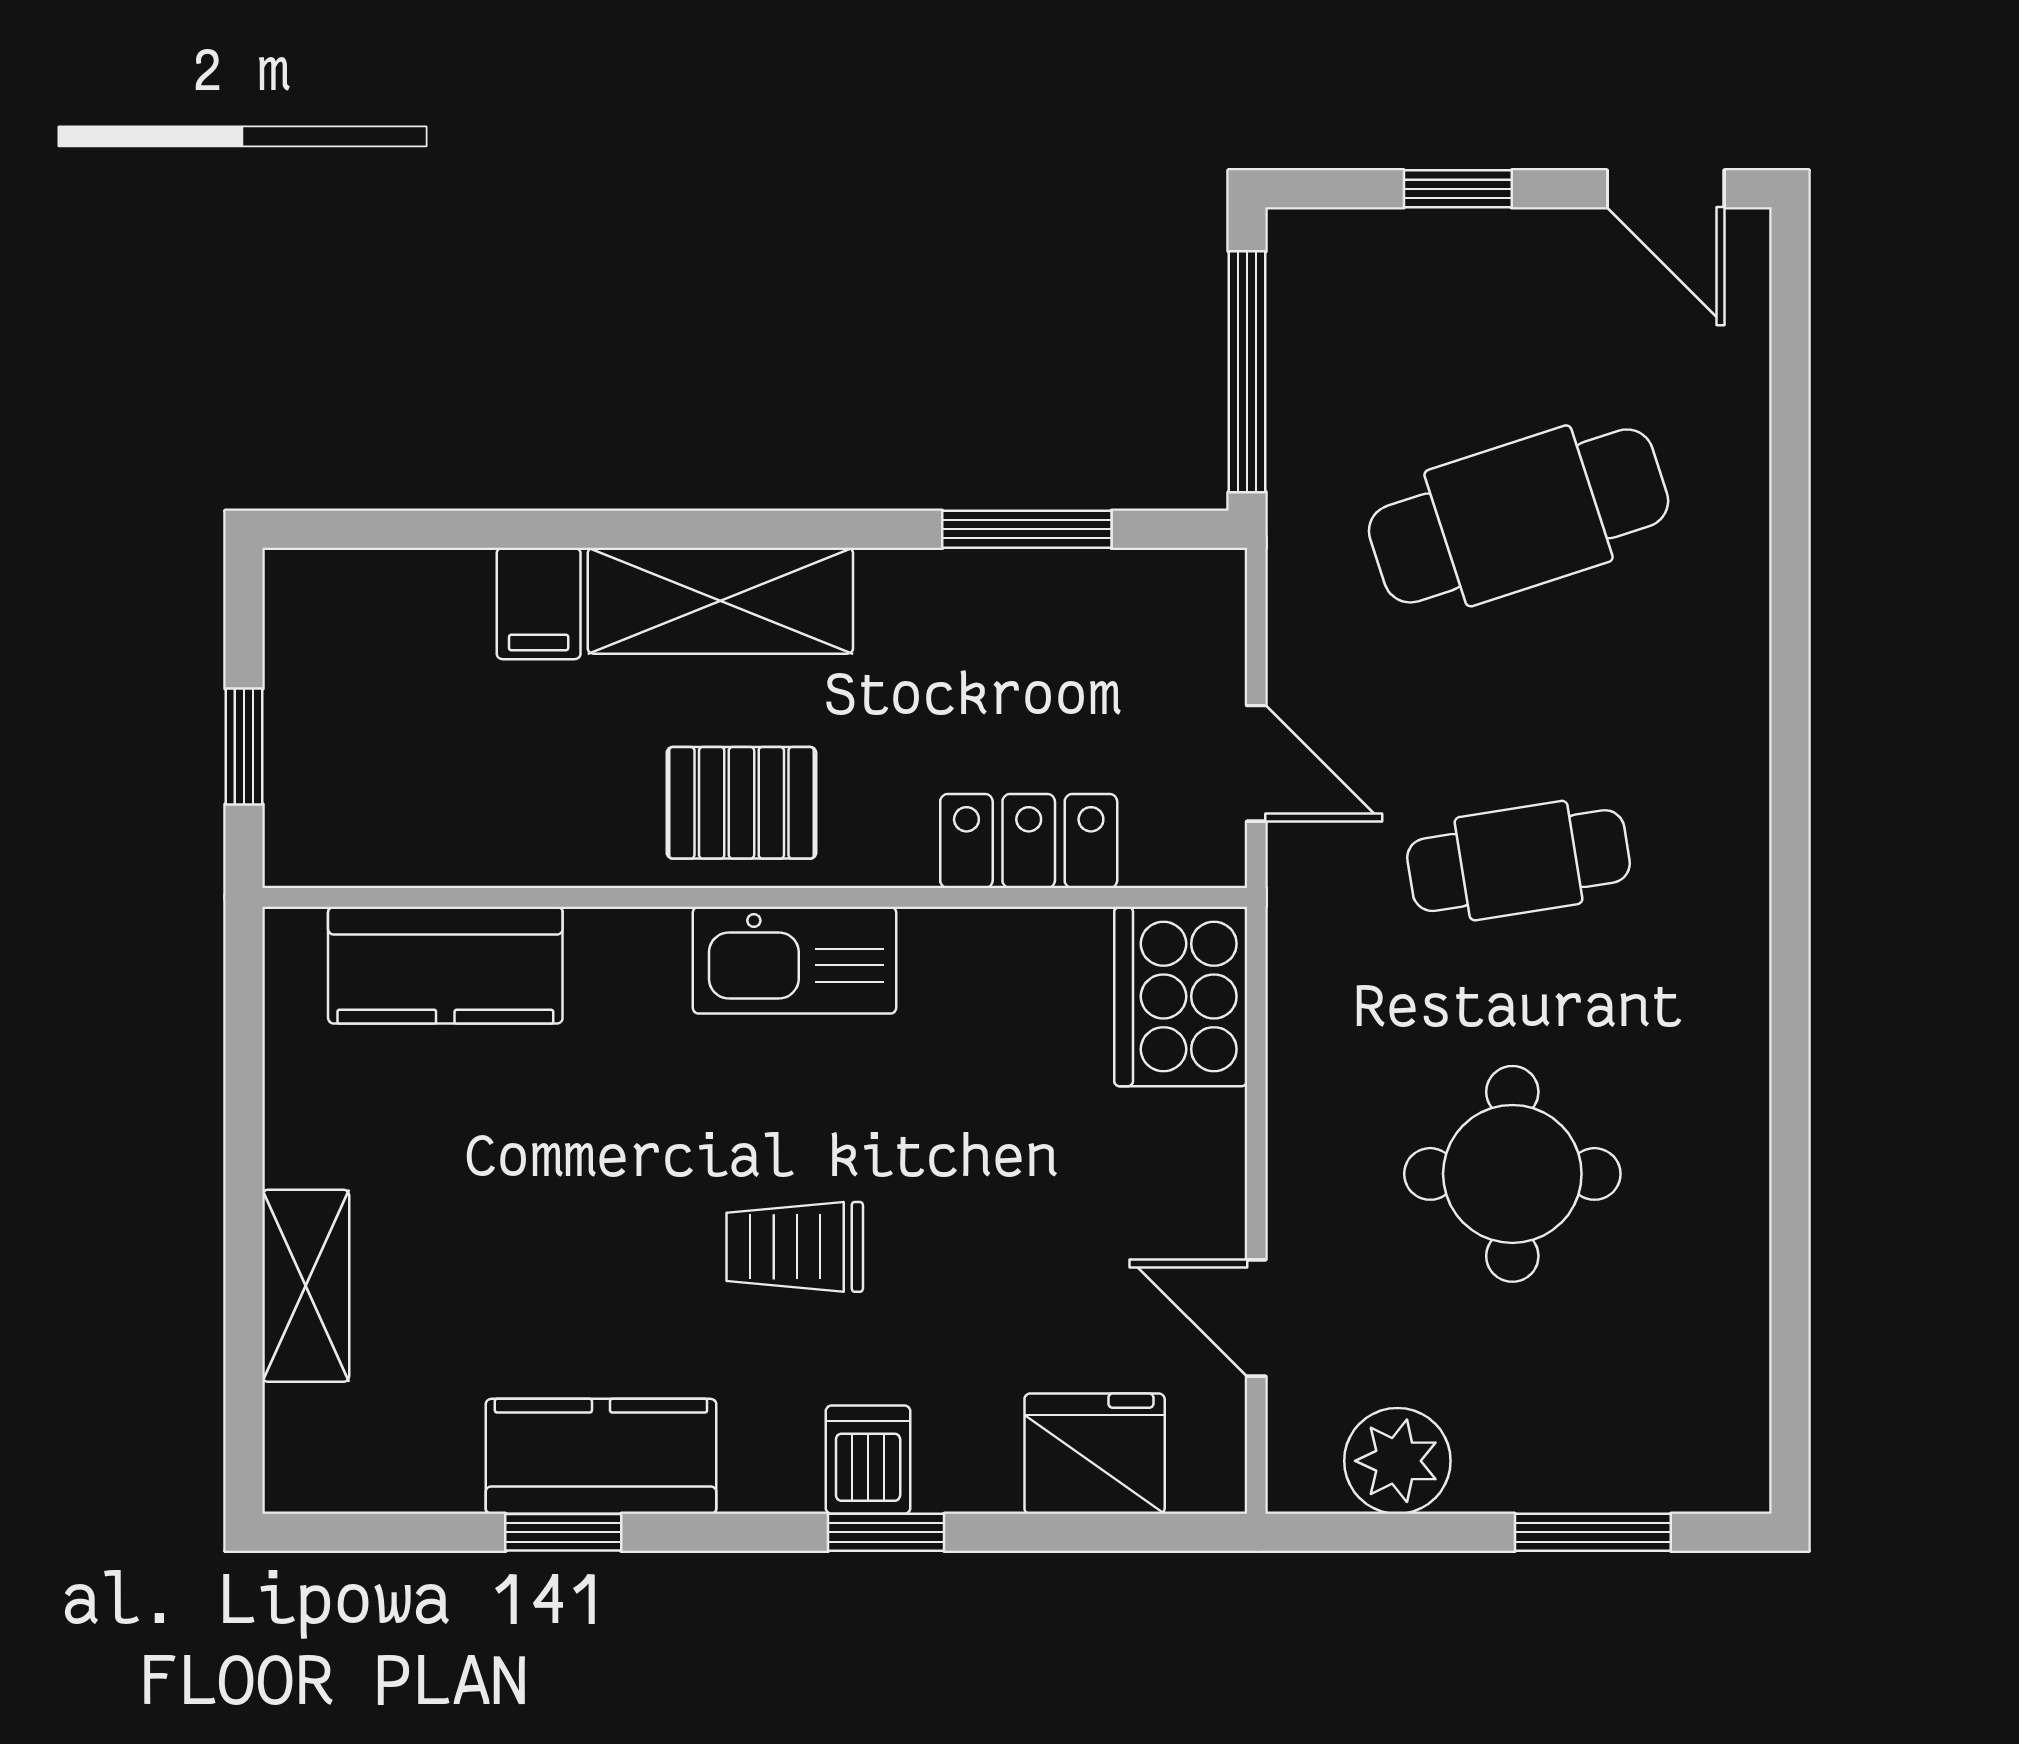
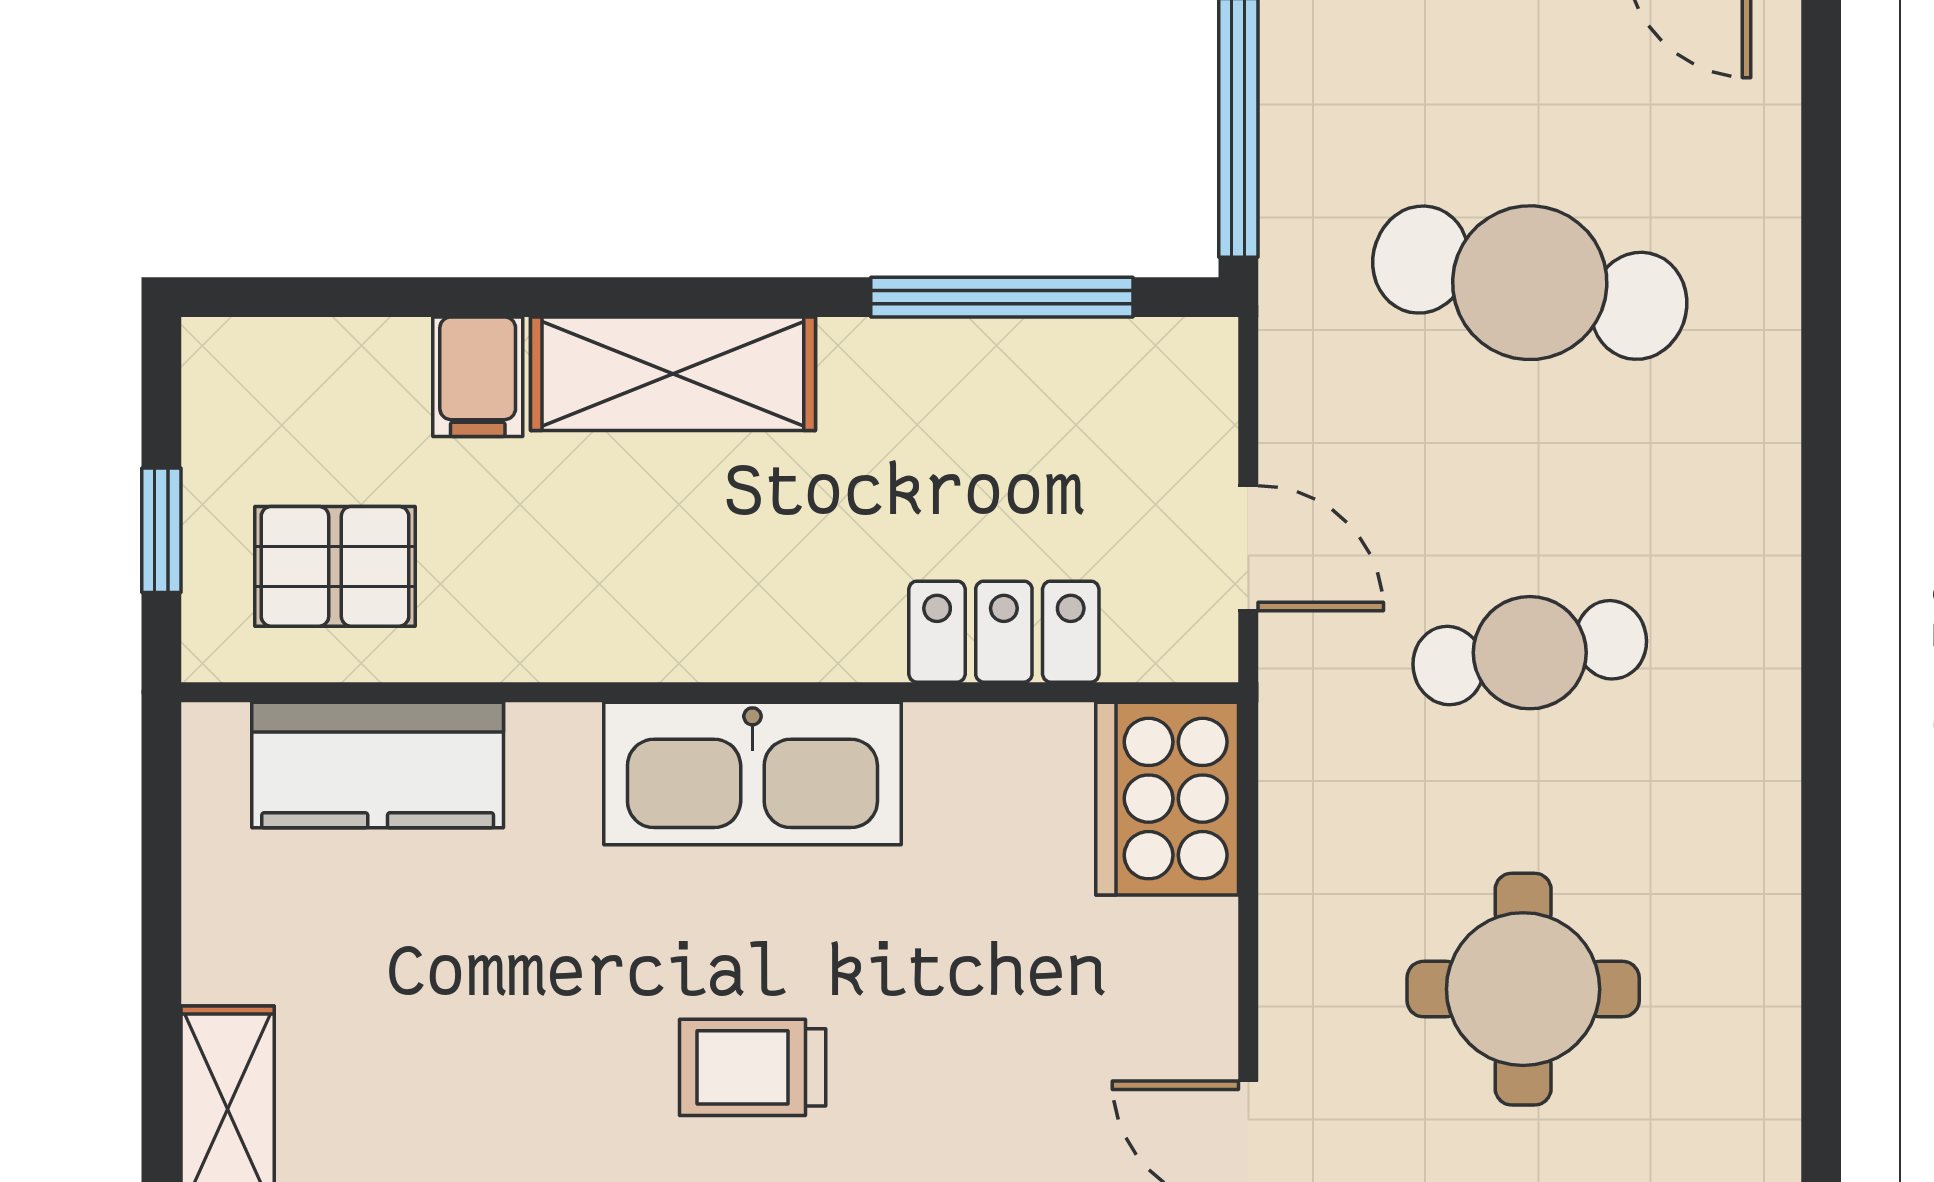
cafe table: (1519, 516) -> (1530, 283), turned 30
window: (1027, 529) -> (1002, 297), width x1.44
pallet: (741, 803) -> (335, 566), moved
kitchen sink: (794, 960) -> (752, 773), width x1.36, depth x1.24

